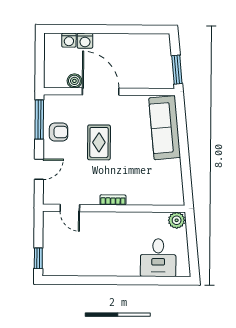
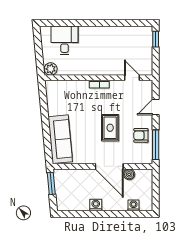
washing machine: (85, 41) -> (96, 205), moved

